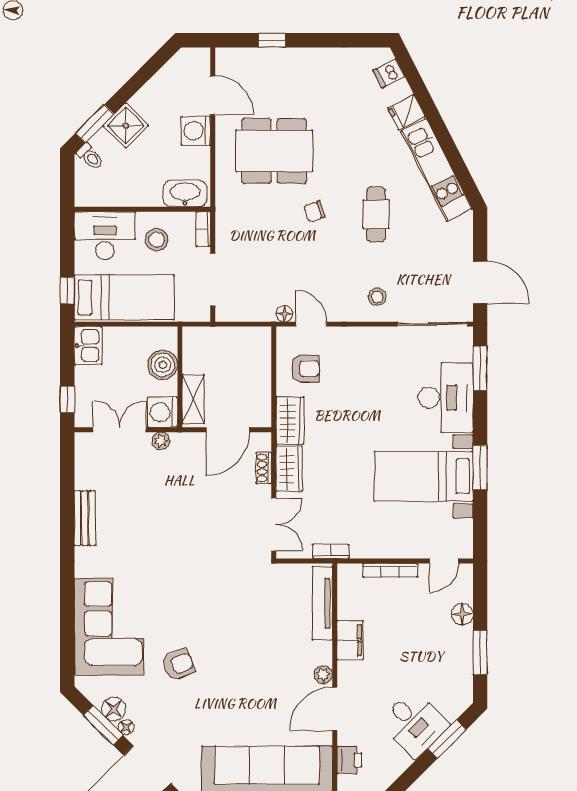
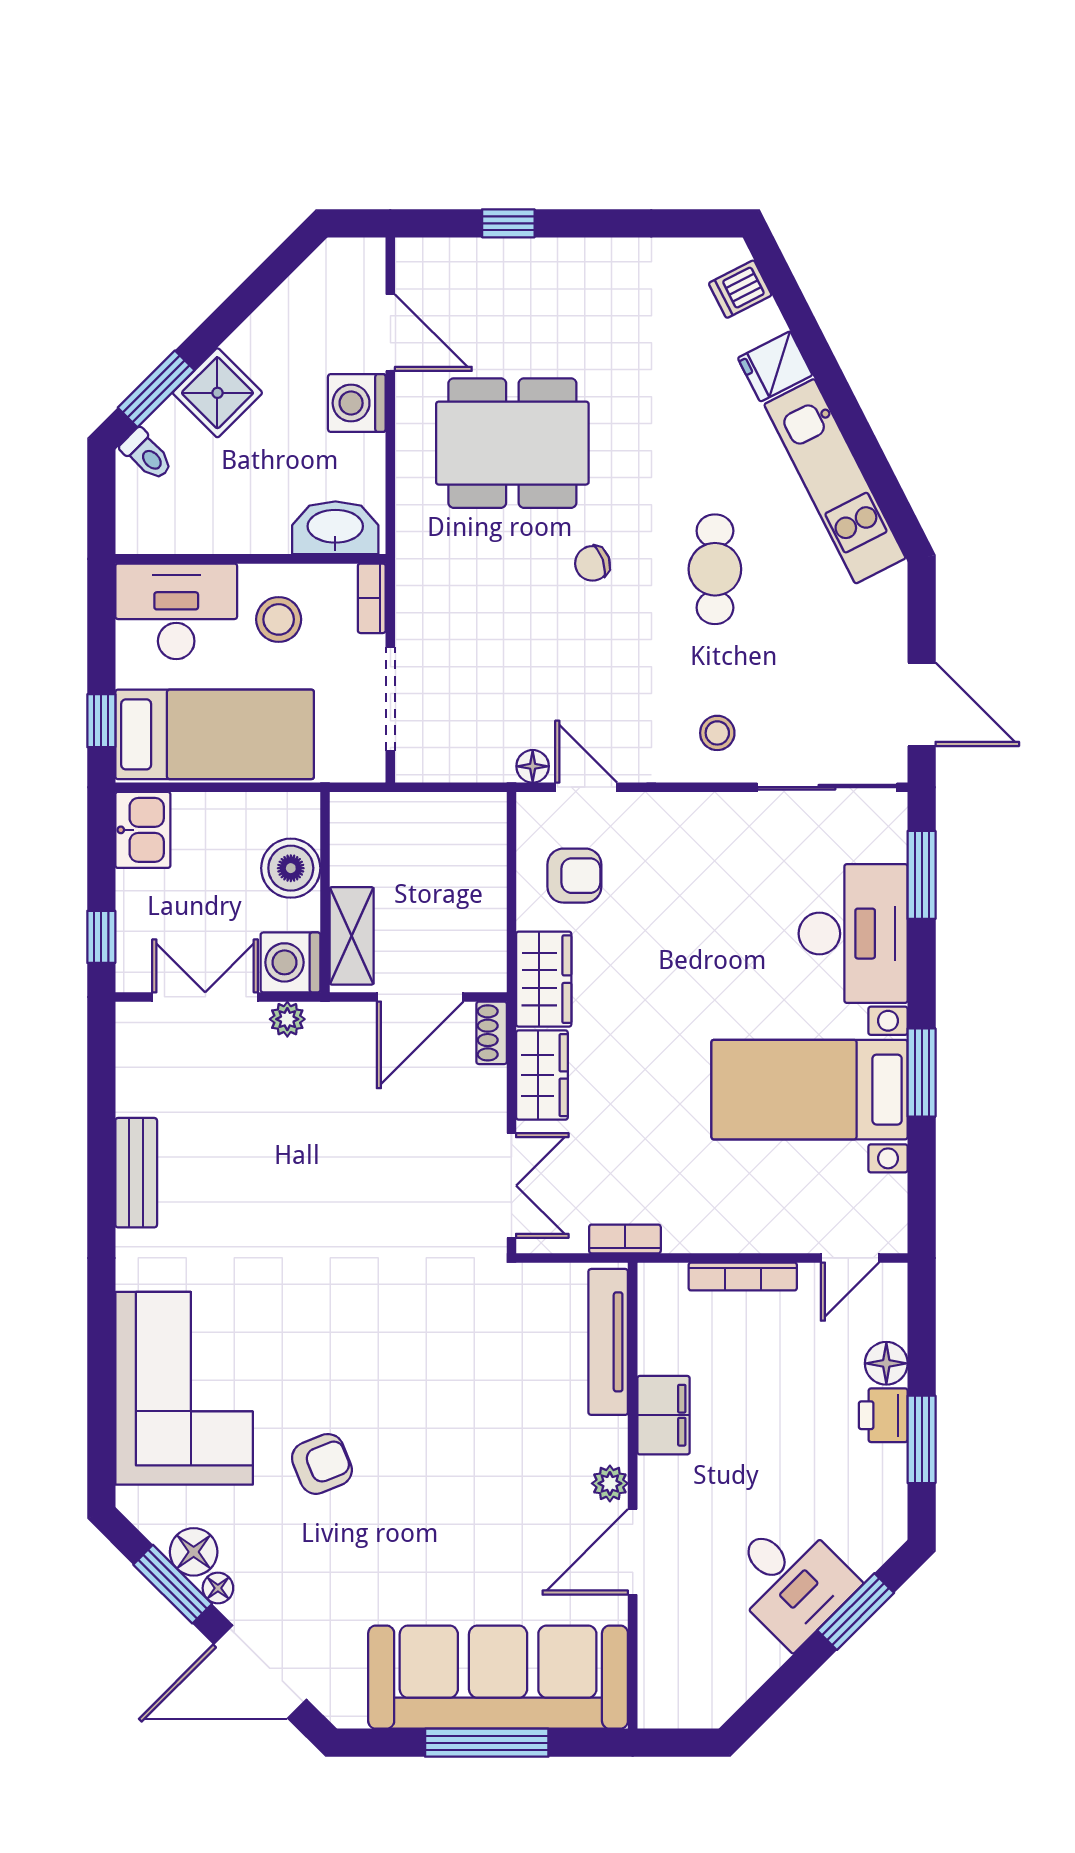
shoe rack: (264, 468) -> (492, 1033), moved
printer: (349, 760) -> (883, 1415), moved, turned 180

